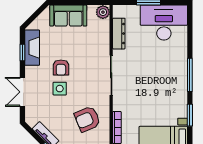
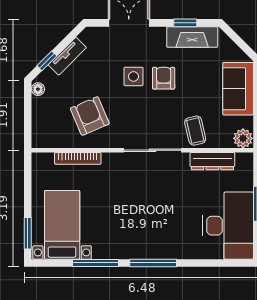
coffee table: (98, 45) -> (195, 131), added
armchair: (61, 68) -> (164, 78), turned 90
window: (190, 115) -> (95, 263), width x1.44

